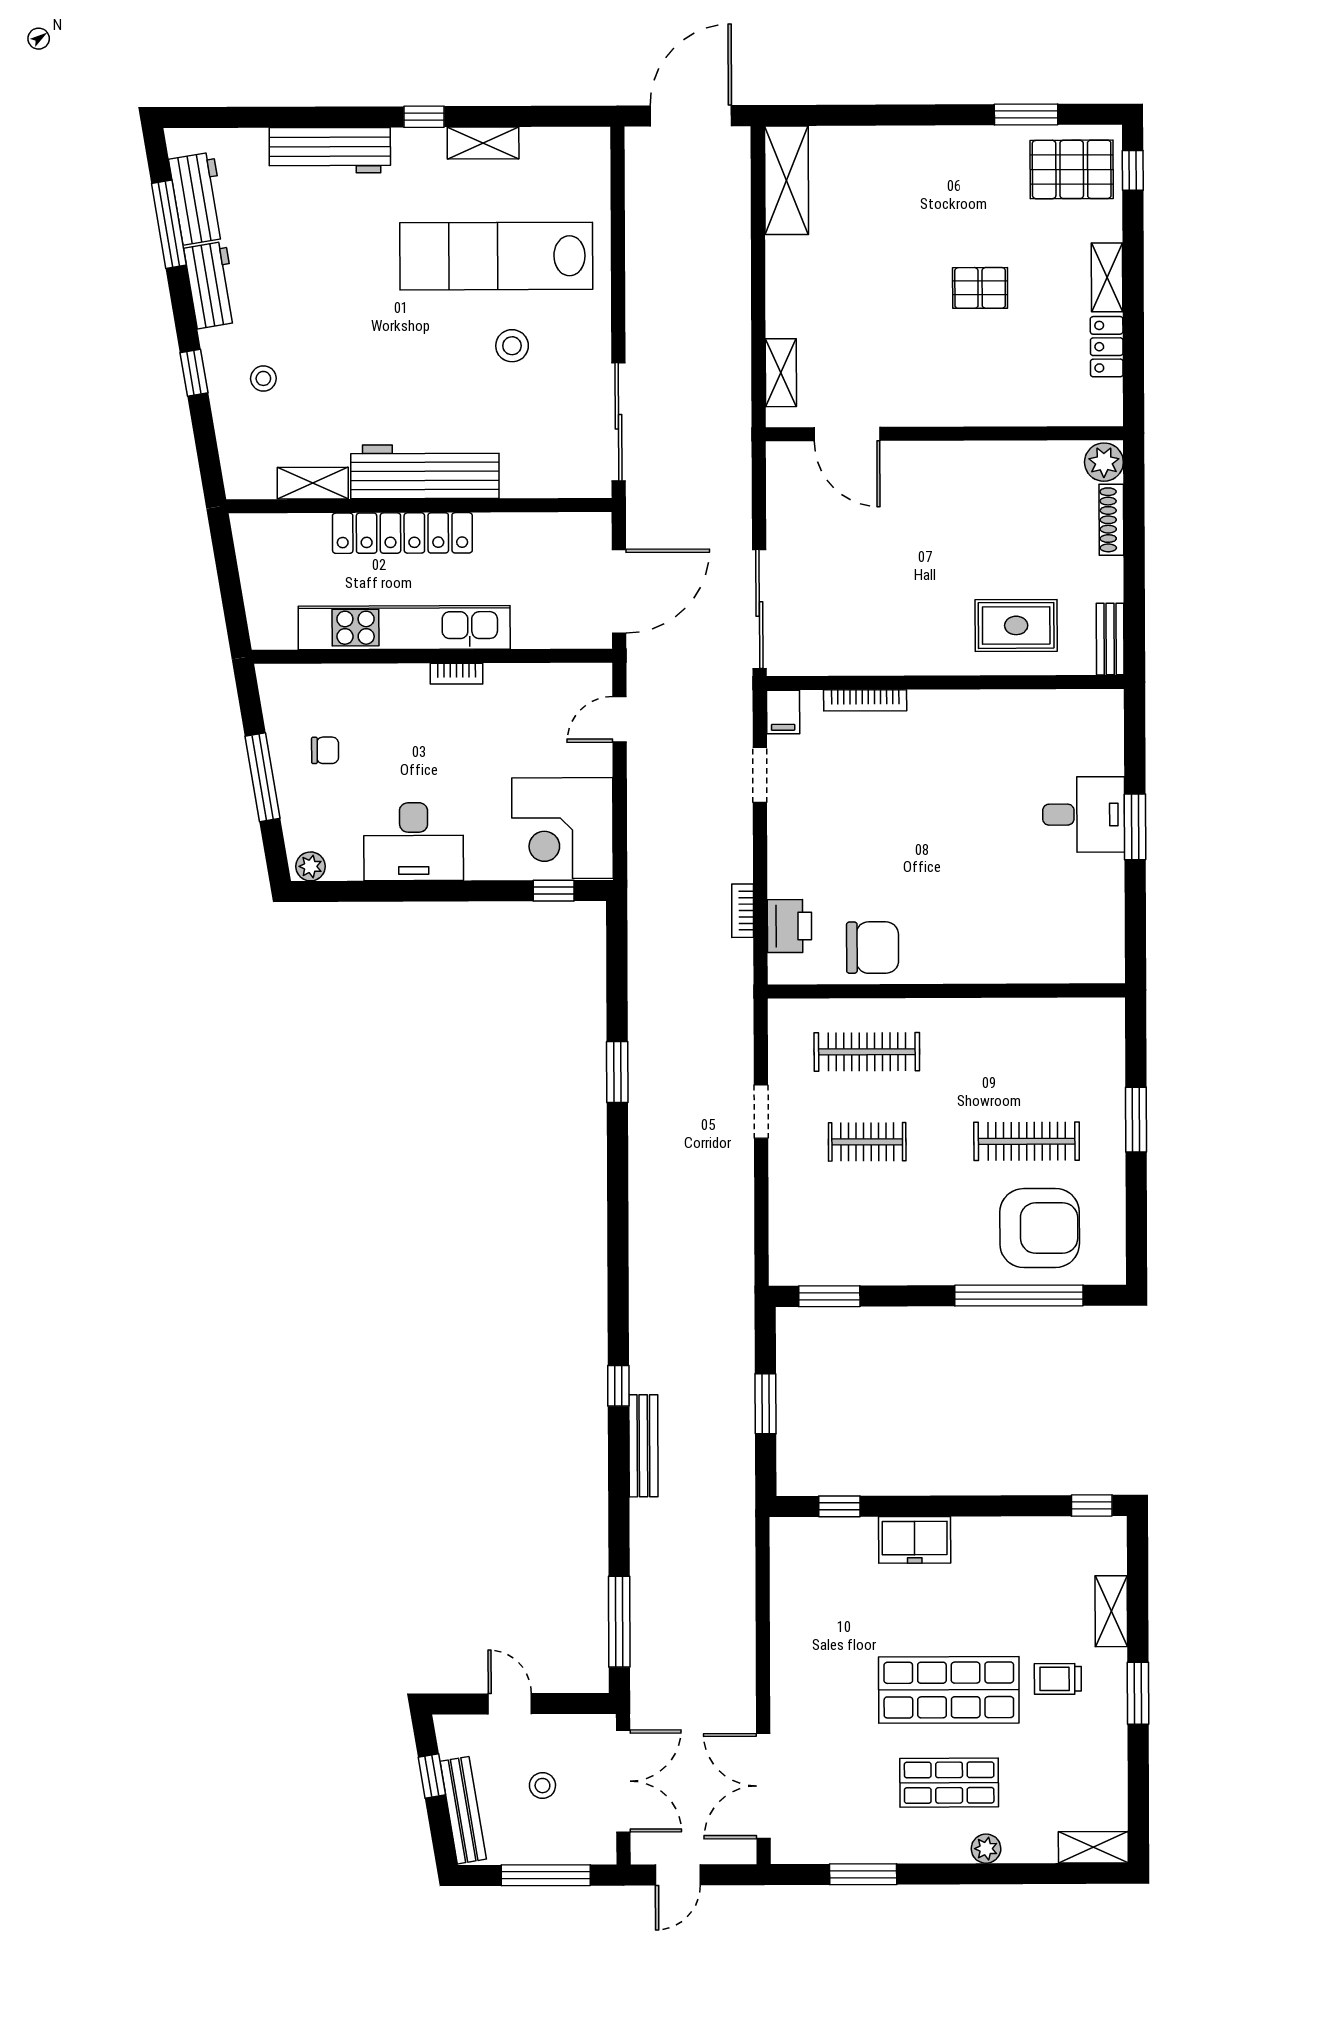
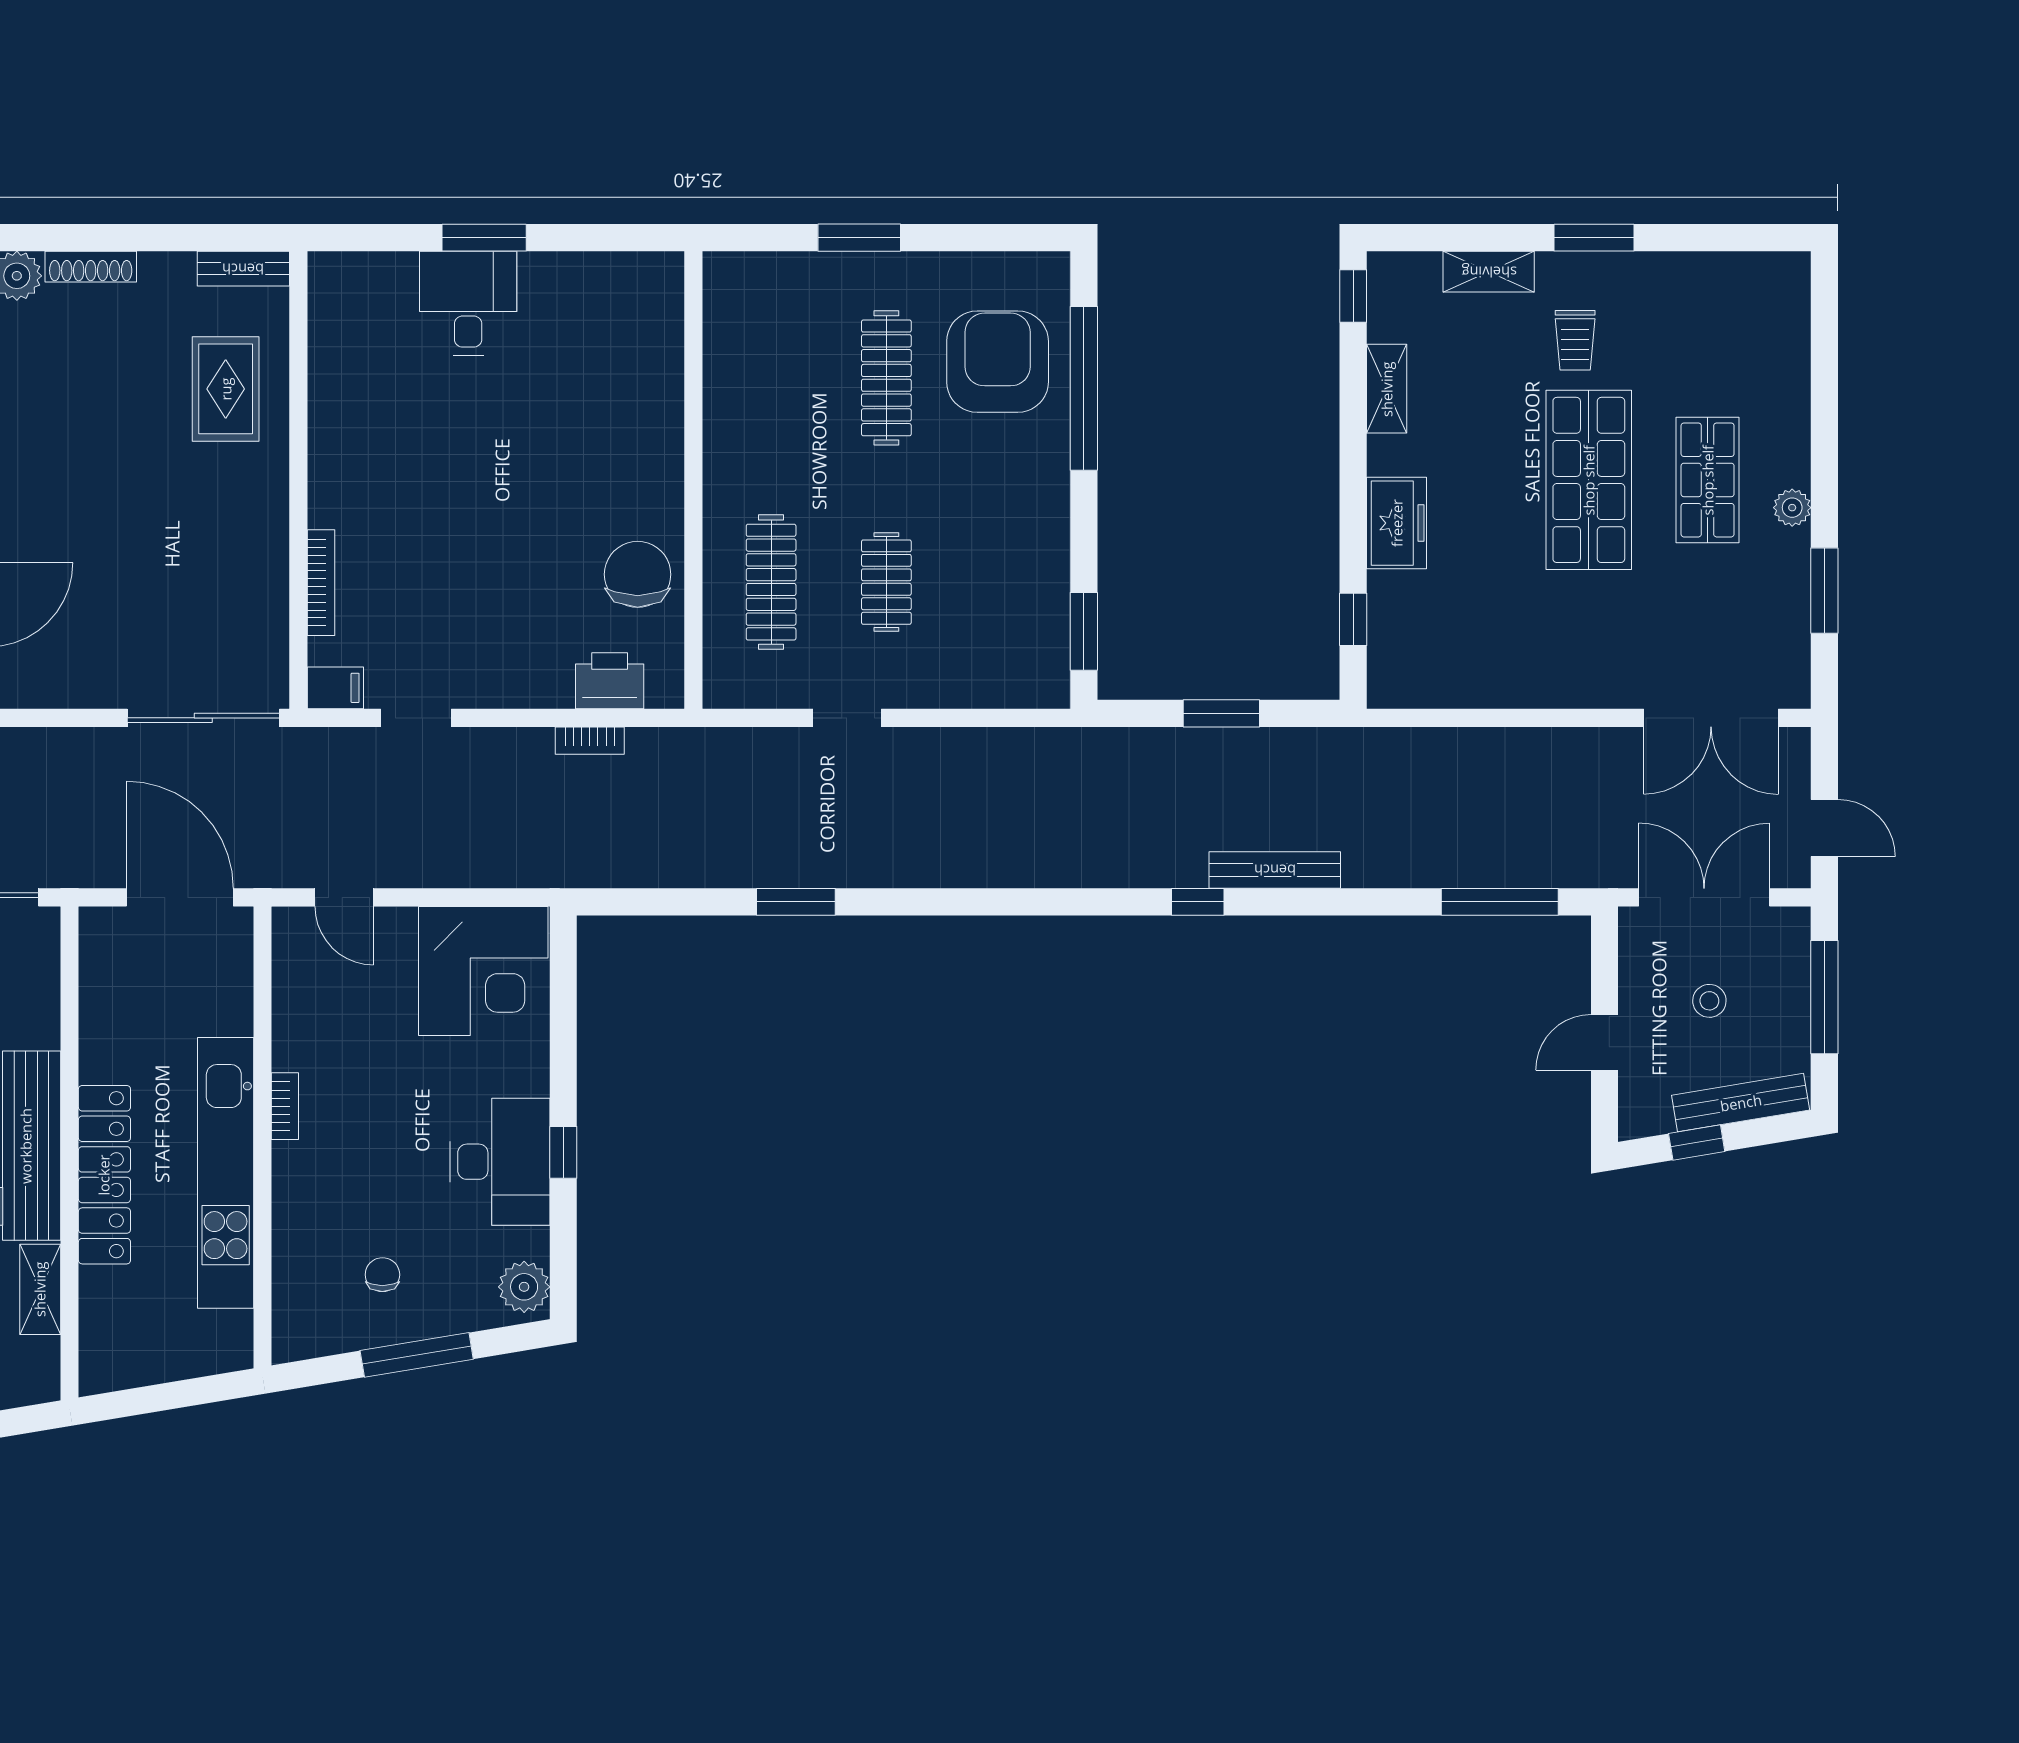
plant: (311, 866) -> (524, 1287), width x1.38, depth x1.38
window: (554, 891) -> (563, 1152), moved
shelving: (1093, 1847) -> (1387, 389), moved
plant: (986, 1849) -> (1792, 508), moved

